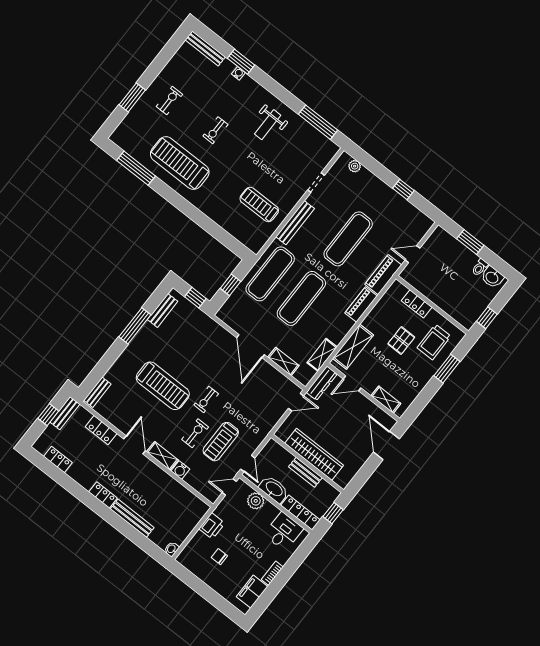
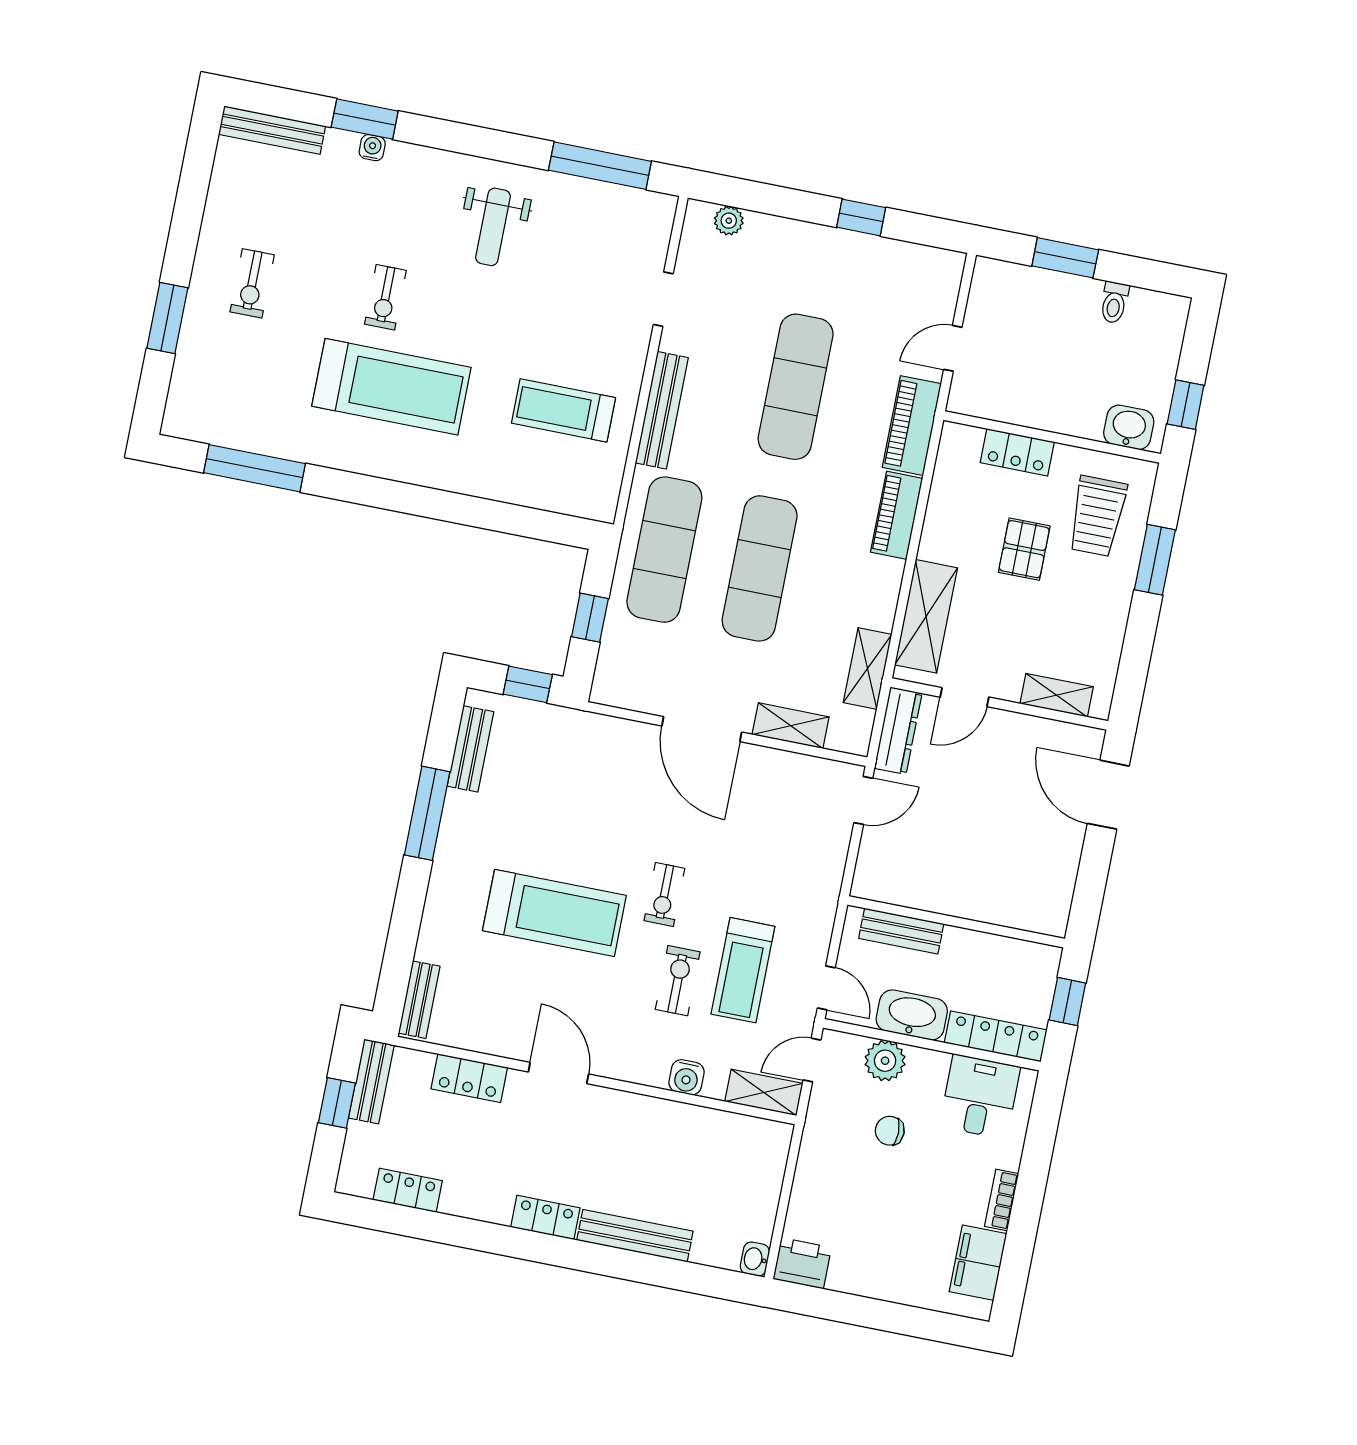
exercise bike: (169, 101) -> (252, 283), turned 180
treadmill: (180, 163) -> (391, 387), moved, turned 180
washbasin: (492, 277) -> (1129, 427), moved, turned 180
wardrobe: (314, 454) -> (961, 894), removed
shelving: (162, 456) -> (764, 1093), moved
bench: (305, 472) -> (901, 931), moved
printer: (212, 526) -> (802, 1263), moved, turned -90
chair: (219, 557) -> (890, 1131), moved

